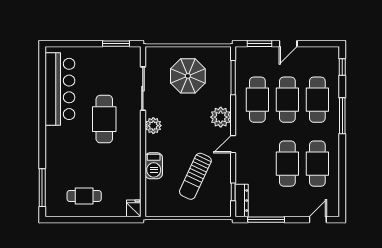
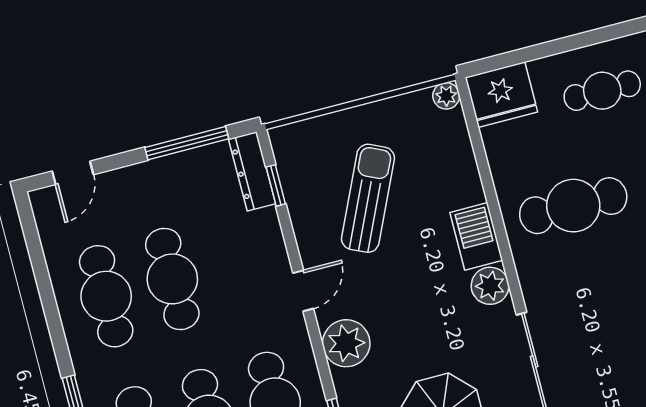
cafe table: (104, 119) -> (573, 206), moved, turned 90
barbecue: (154, 166) -> (476, 236), moved
fridge: (134, 208) -> (501, 95), width x1.88, depth x1.34
plant: (151, 211) -> (446, 96), added

